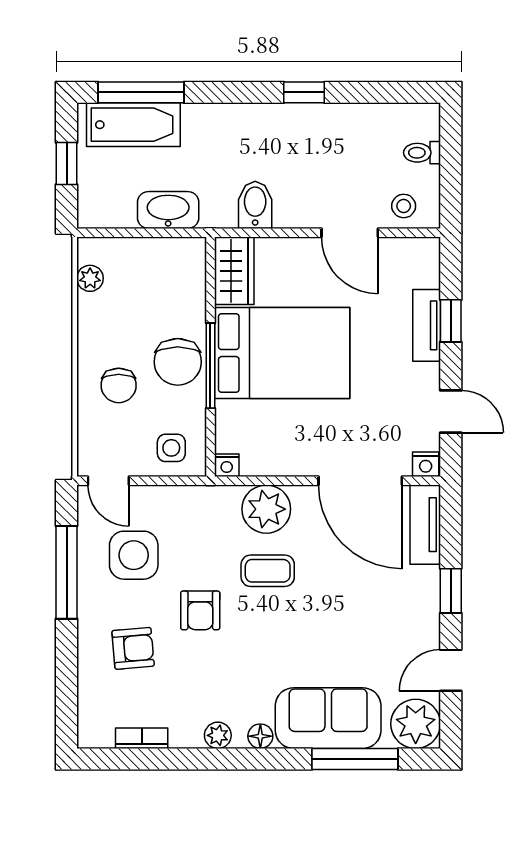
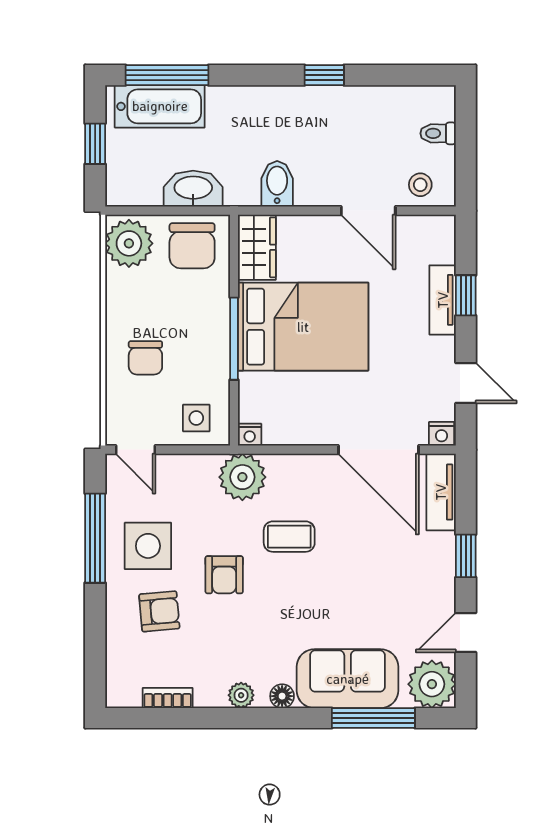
plant: (90, 278) -> (129, 243), width x1.88, depth x1.88
chair: (178, 362) -> (192, 246), moved
plant: (266, 509) -> (242, 477), moved
side table: (134, 555) -> (148, 546), moved

